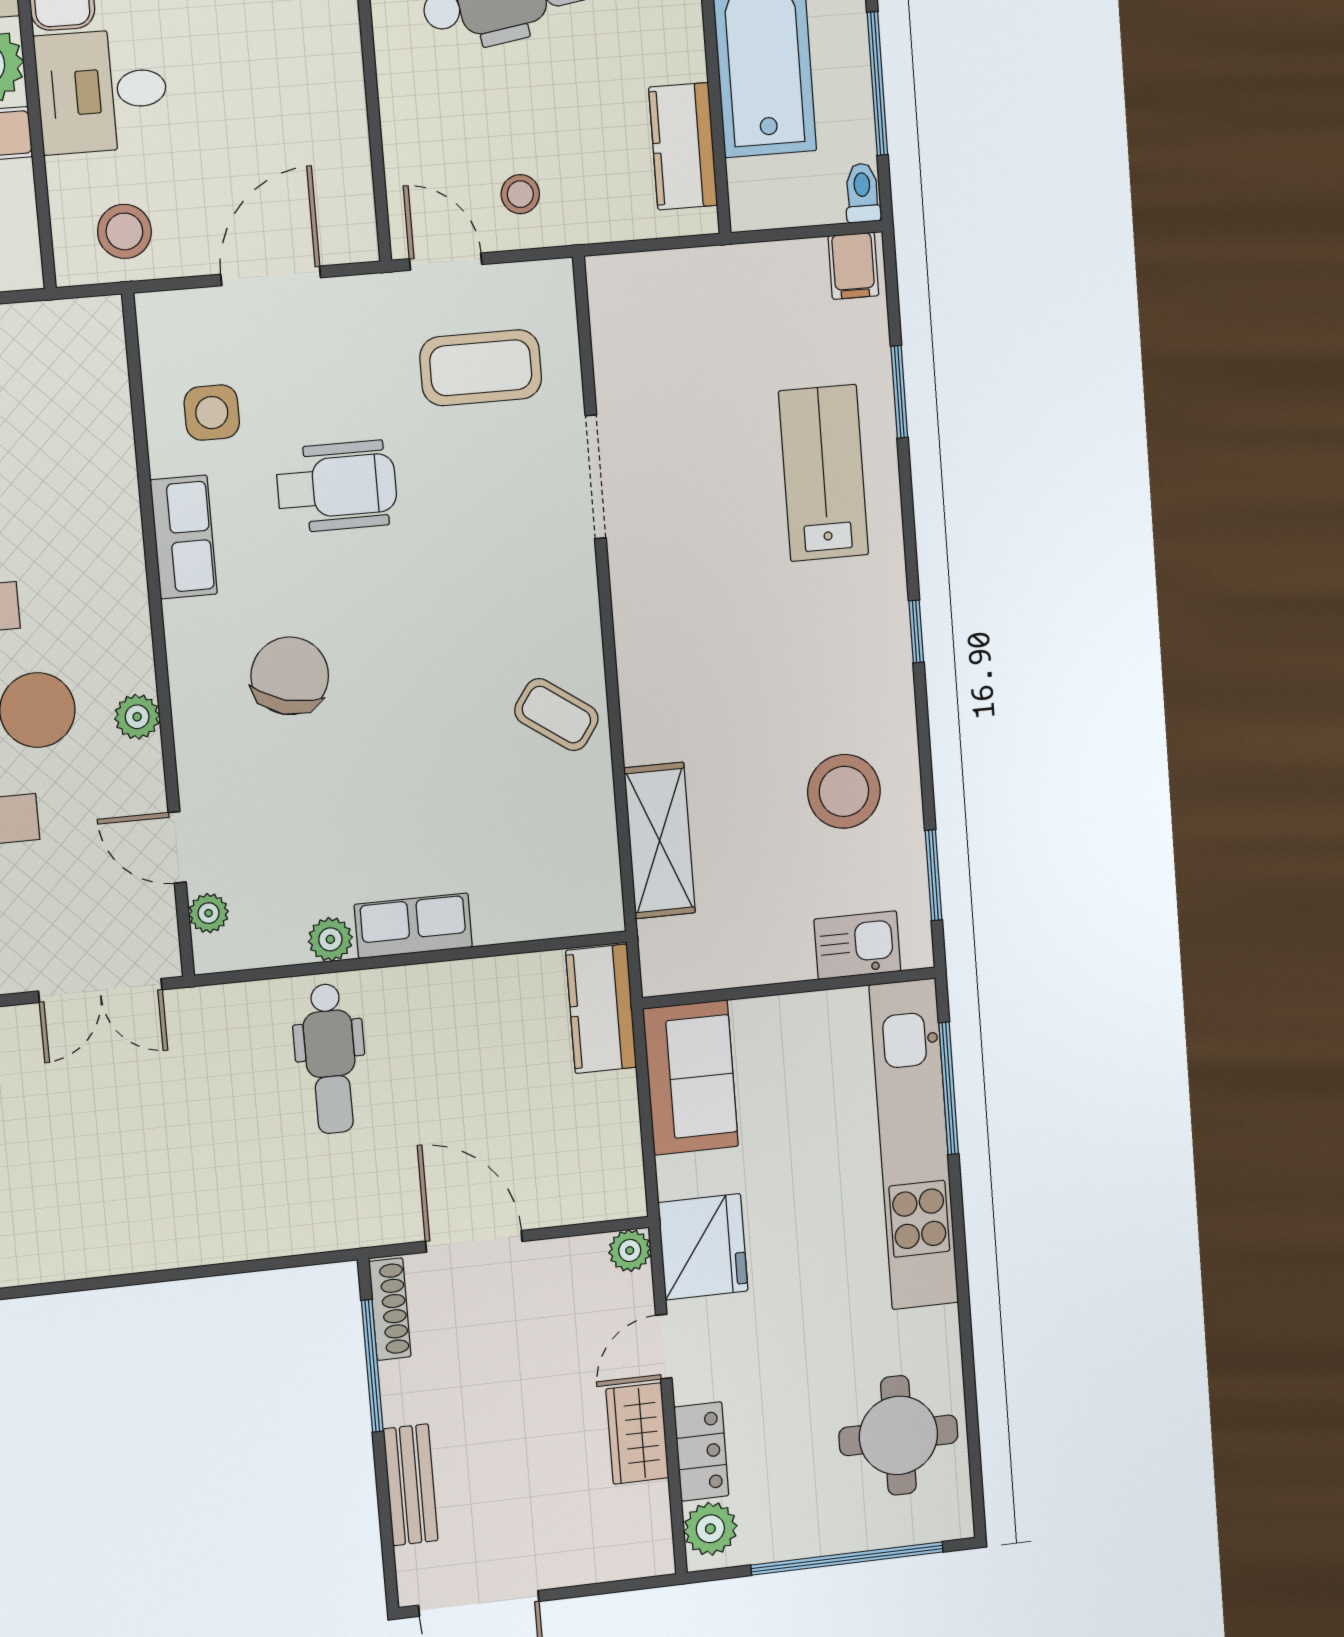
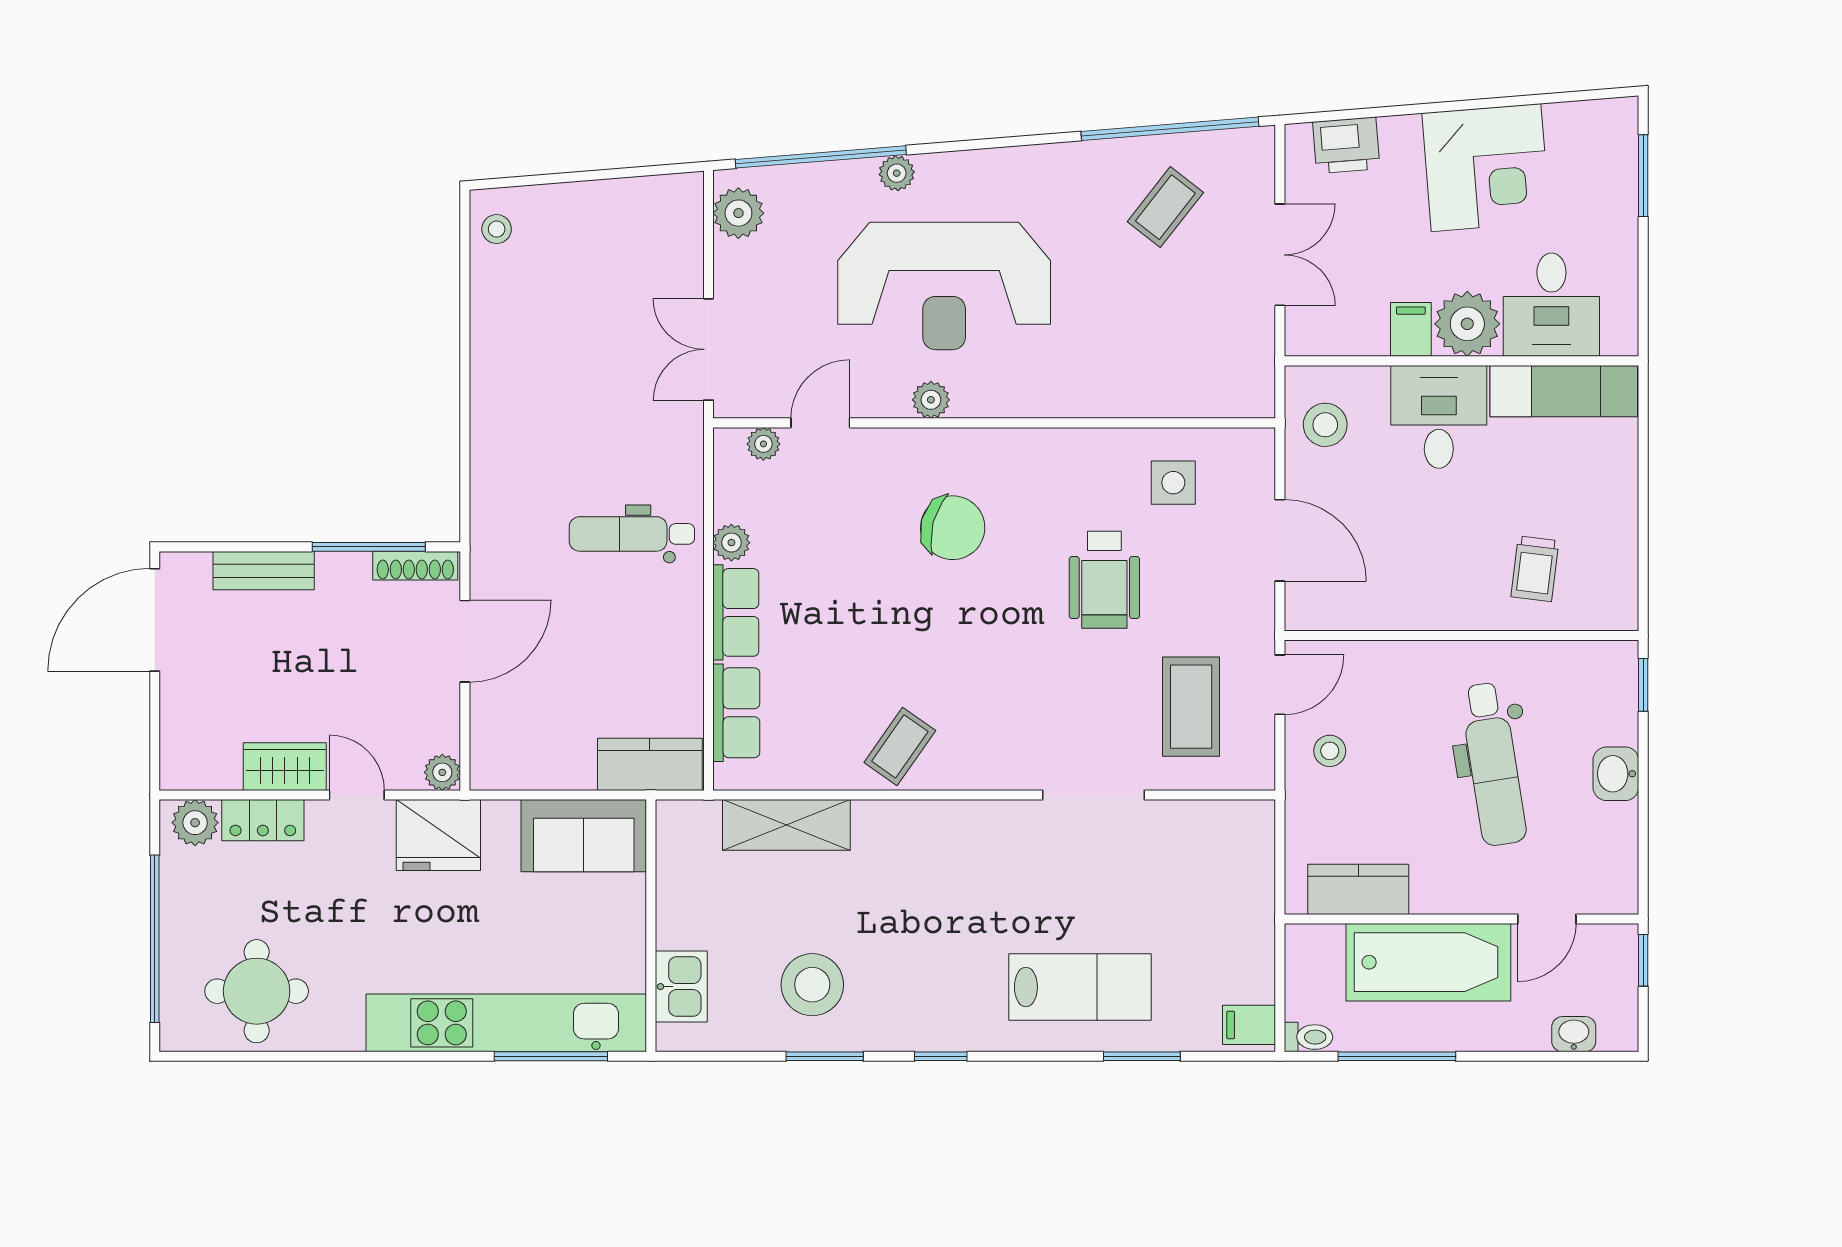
row of seats: (184, 537) -> (736, 713), moved, turned -90
window: (933, 875) -> (825, 1056), moved

